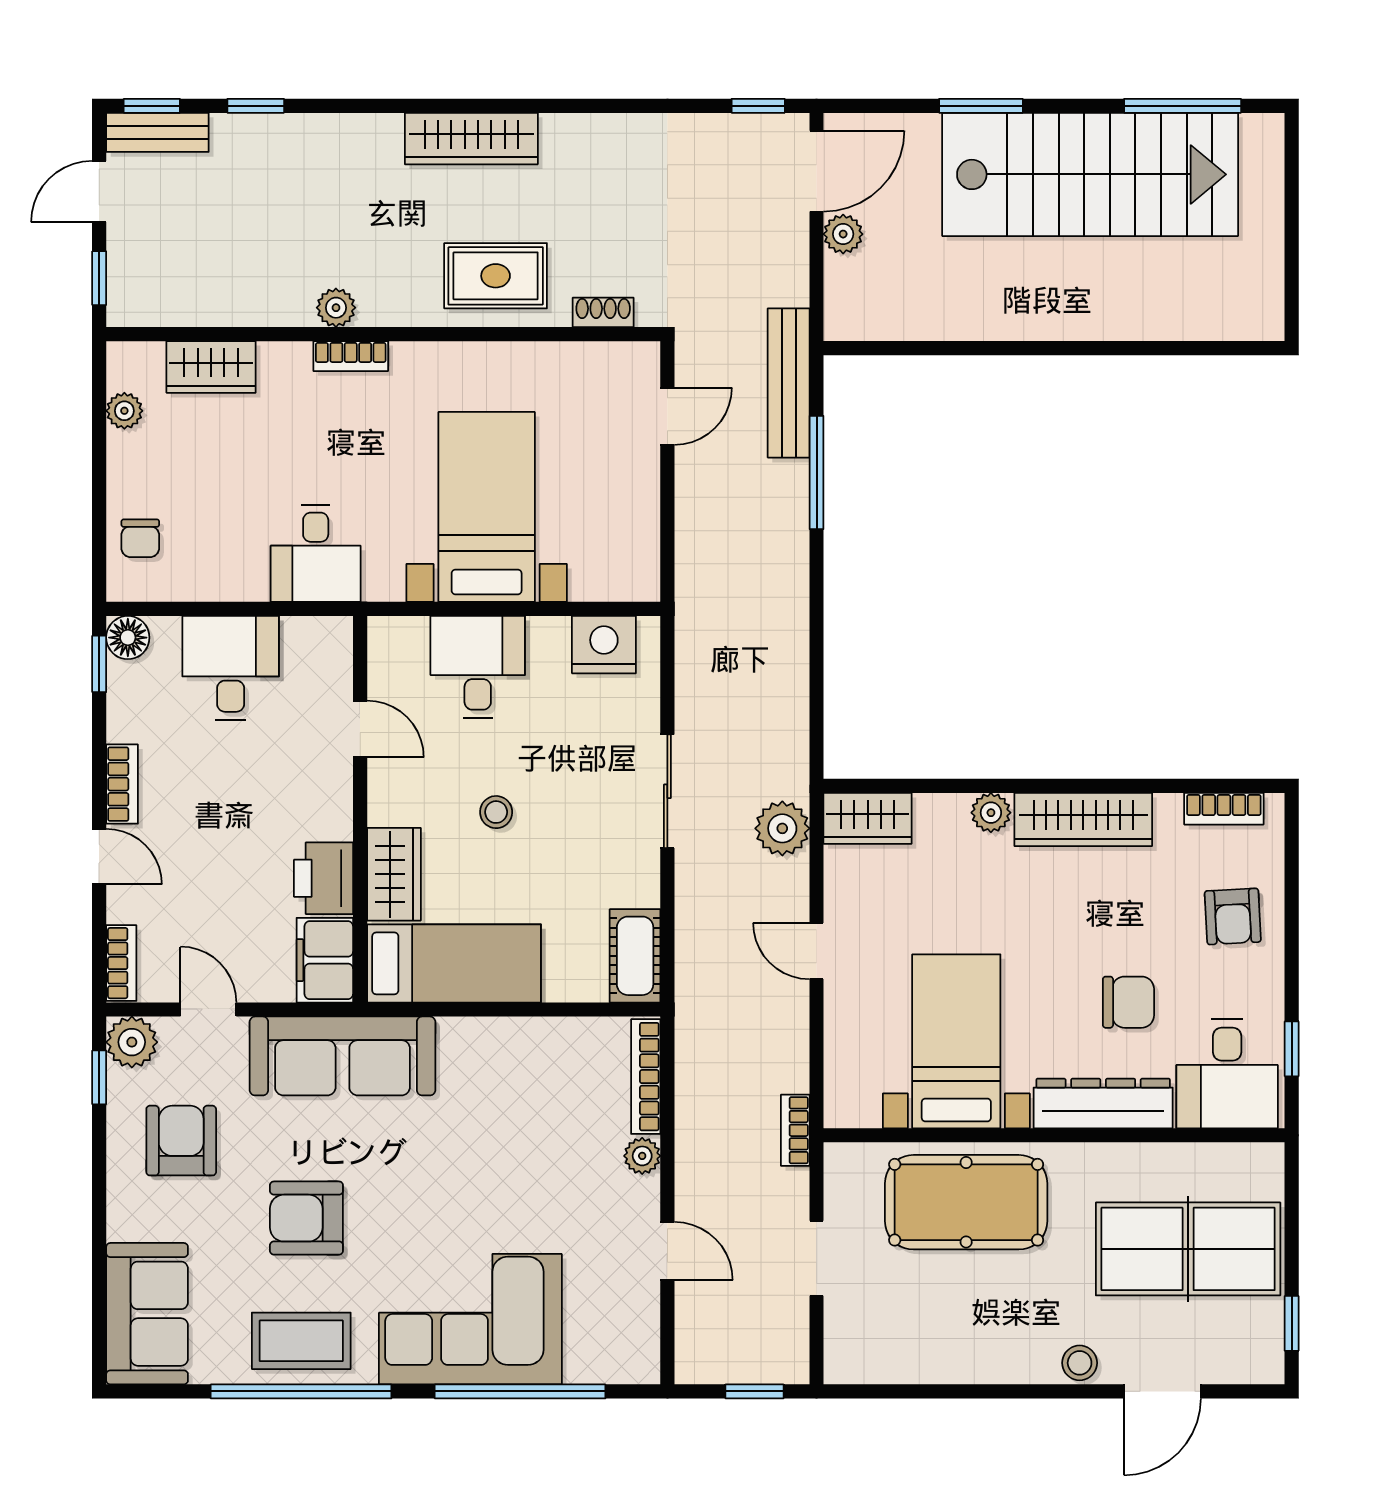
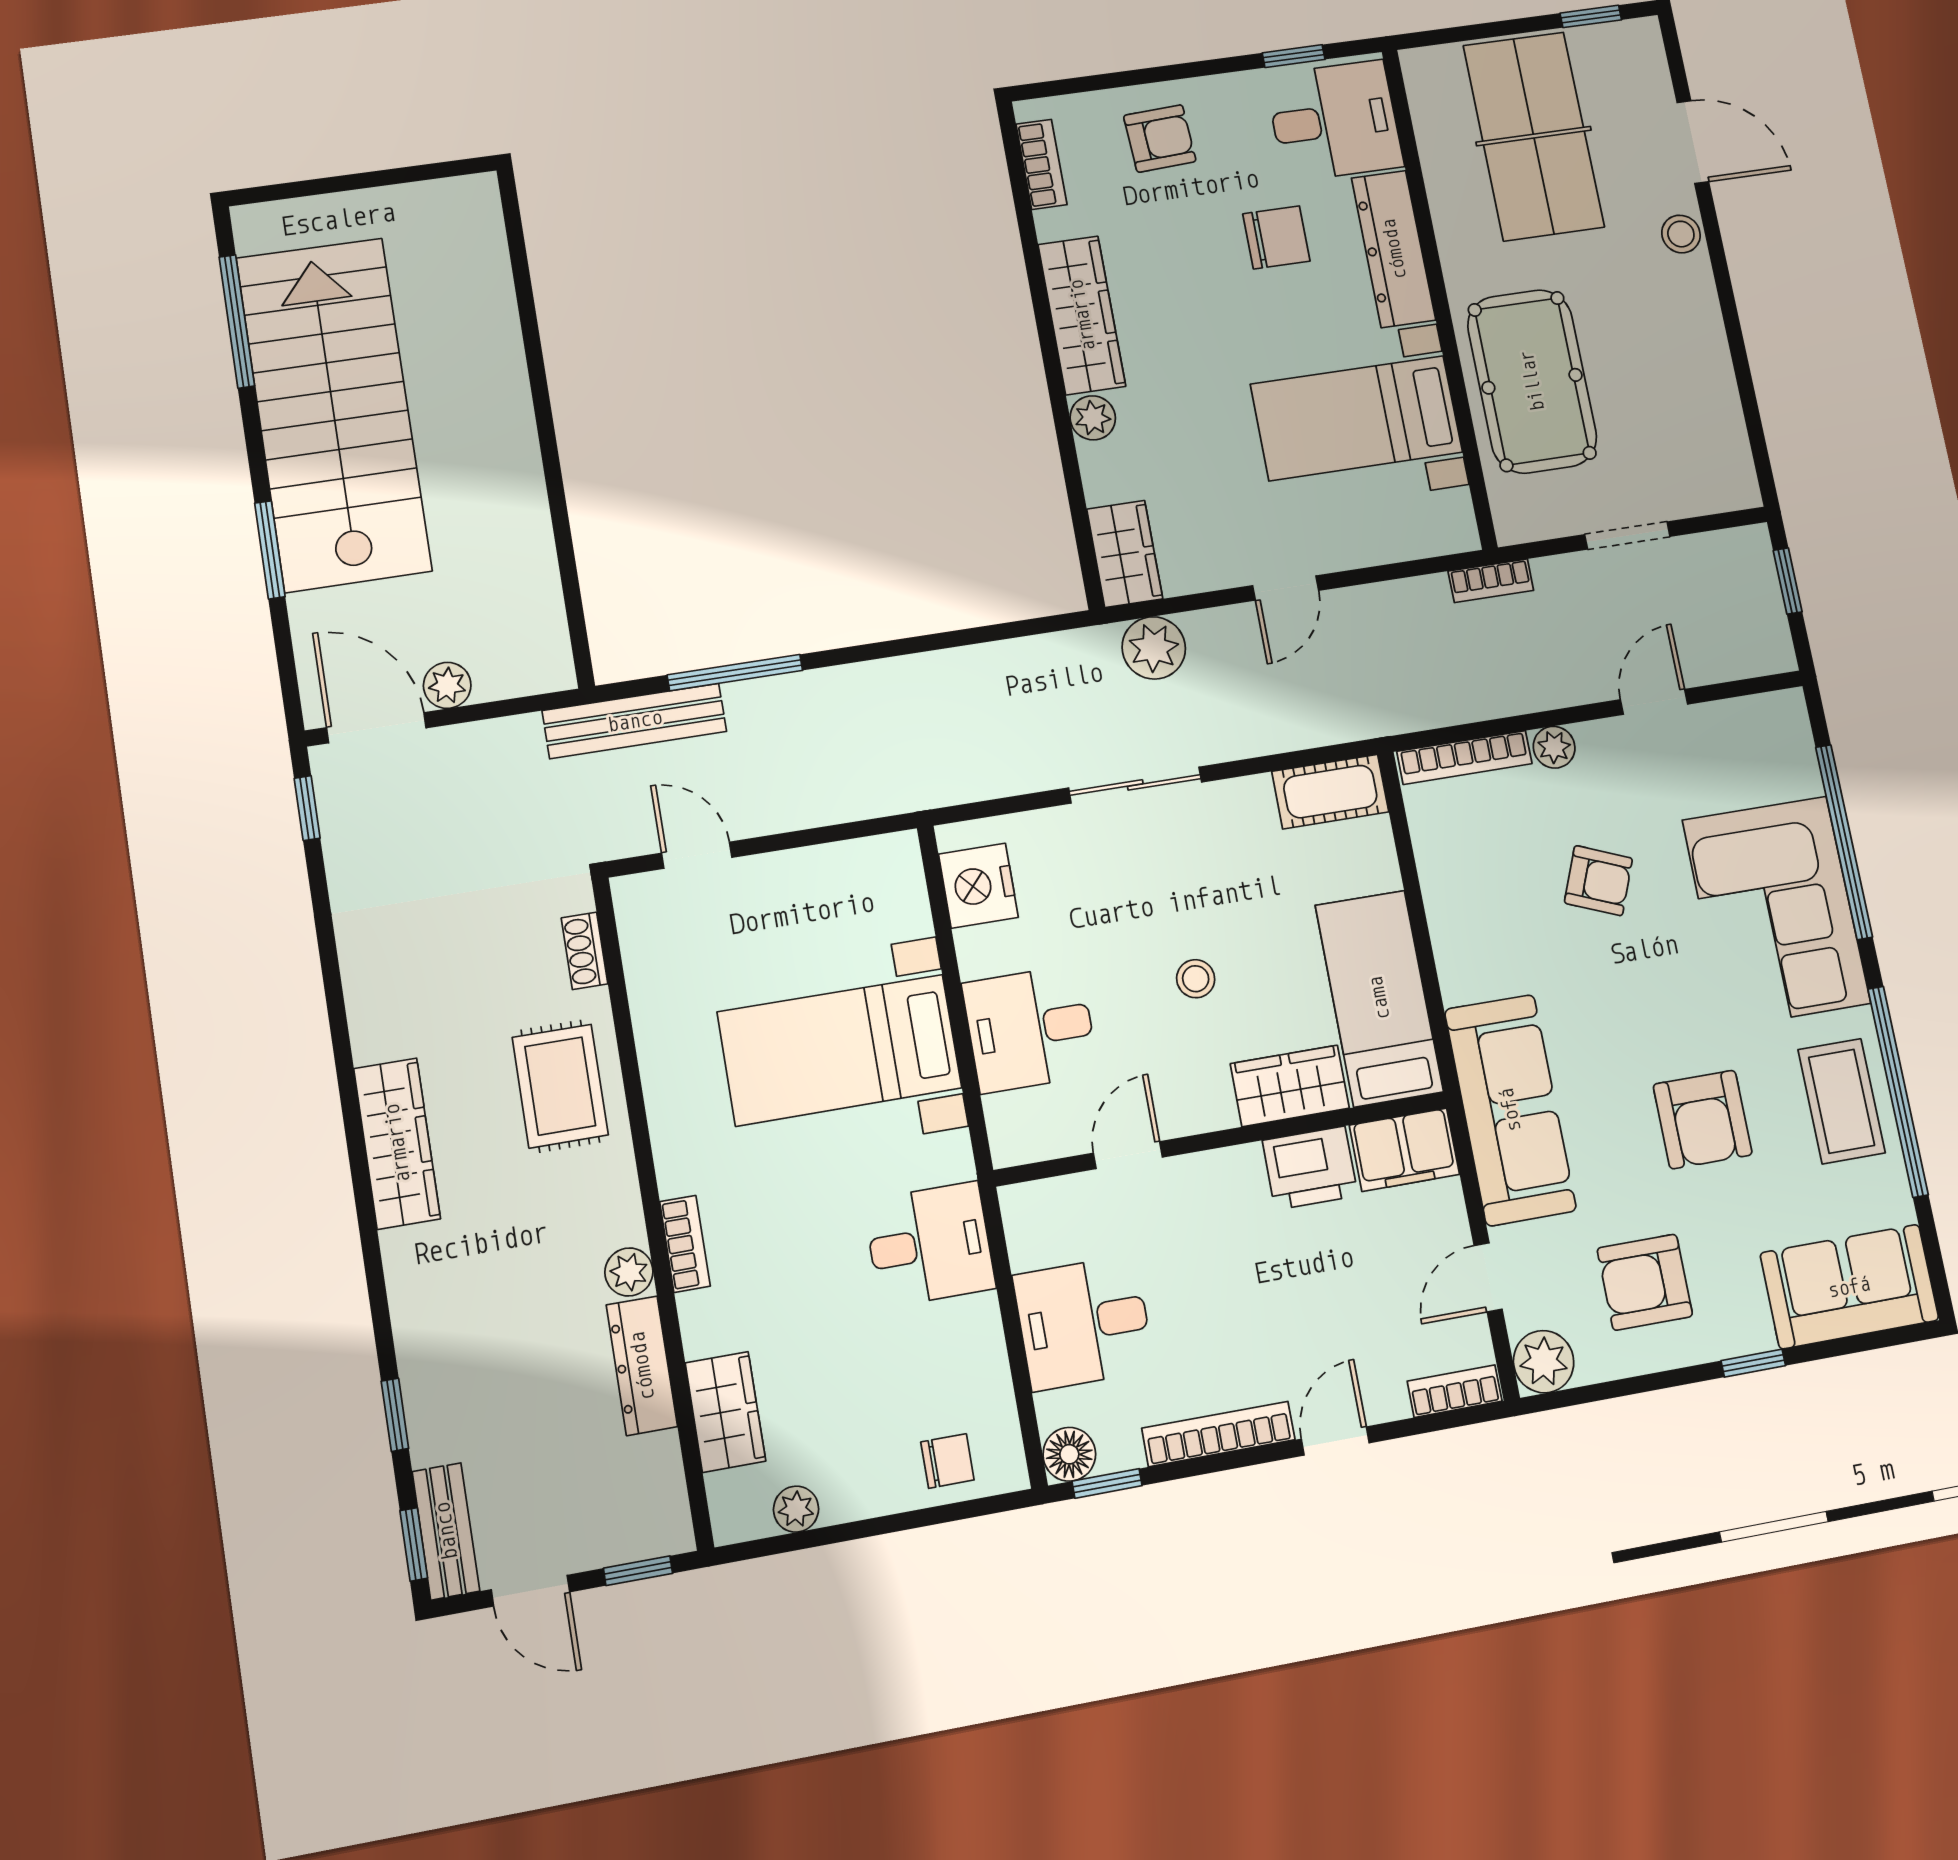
dresser: (260, 306) -> (642, 1366), added
bookcase: (122, 784) -> (1218, 1434), width x1.56
chair: (1128, 1002) -> (1276, 237), turned 90
window: (99, 1077) -> (1753, 1363), moved
armchair: (522, 1171) -> (1598, 881), added

